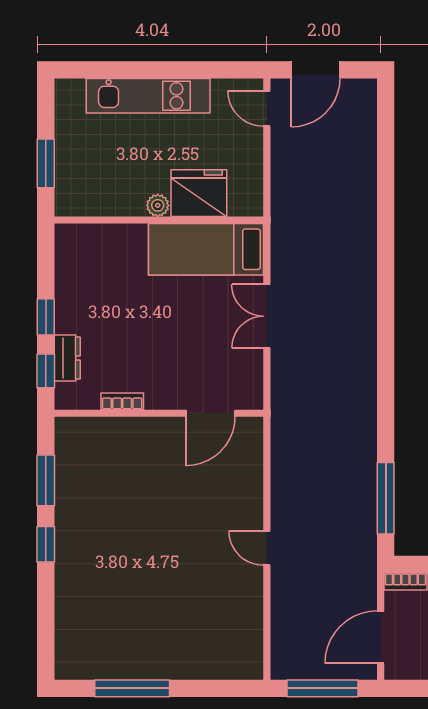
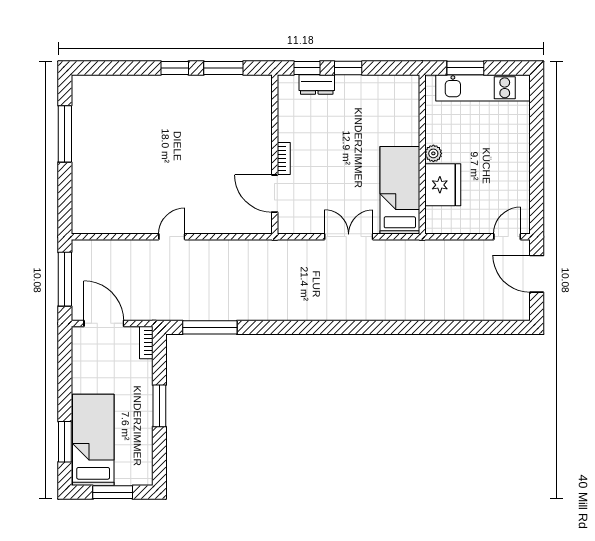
kitchen unit: (148, 96) -> (483, 88), moved, turned -90
bookcase: (122, 401) -> (284, 159), moved

